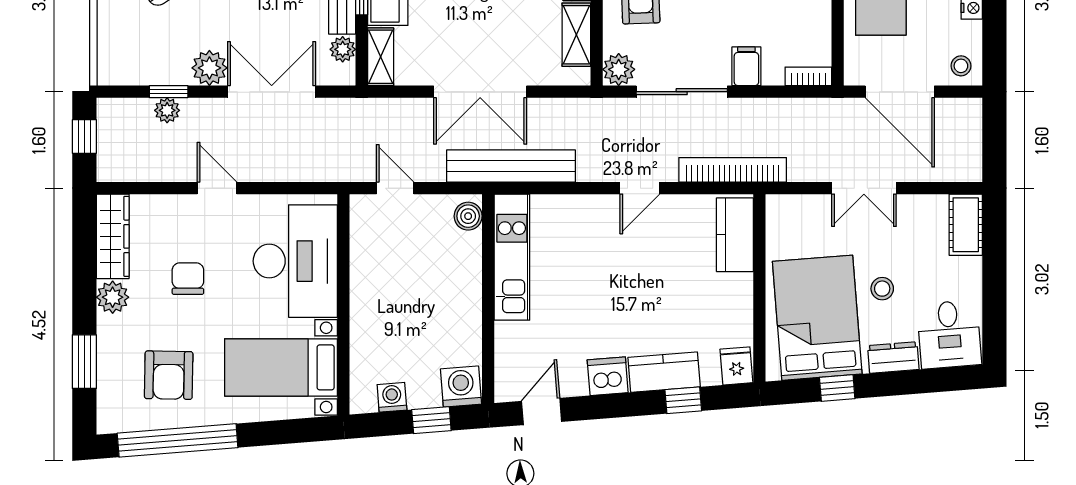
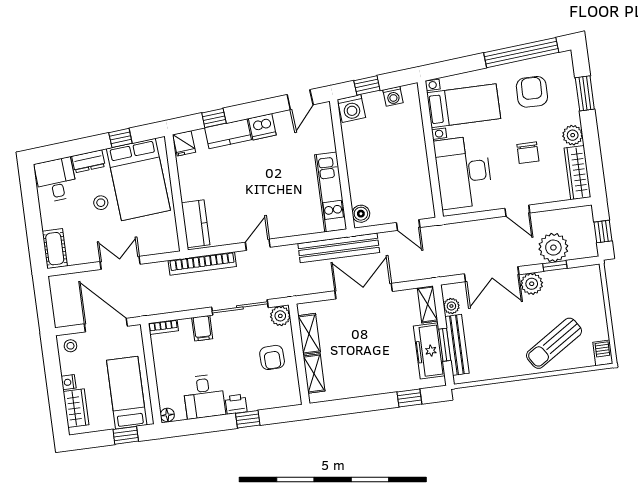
plant: (167, 110) -> (553, 248), width x1.88, depth x1.88

